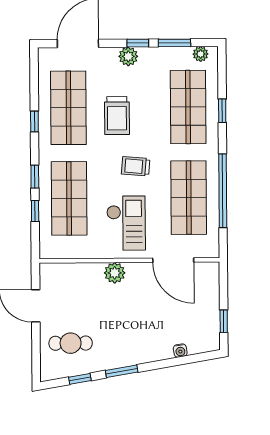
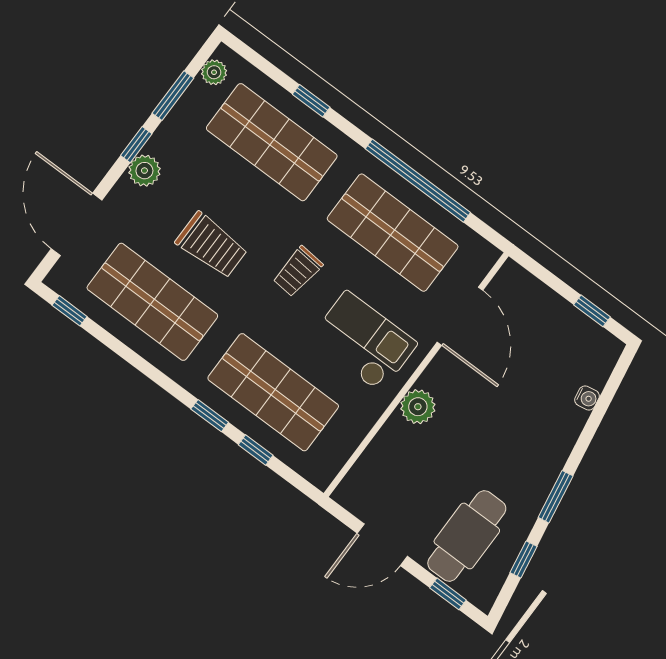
window: (34, 122) -> (70, 311), moved
door: (173, 260) -> (460, 316), hinge flipped
cafe table: (71, 343) -> (467, 536), width x1.37, depth x1.35
window: (36, 355) -> (448, 594), added

